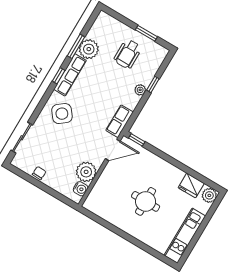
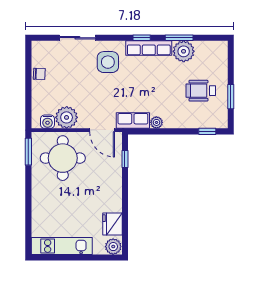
window: (153, 84) -> (207, 131), moved
plant: (140, 90) -> (156, 122), moved
side table: (62, 114) -> (108, 62), turned 38
sliding door: (22, 138) -> (77, 38), moved
window: (137, 140) -> (125, 159), moved
round table: (146, 201) -> (63, 158), moved, width x1.36, depth x1.36
window: (95, 218) -> (28, 152), added

